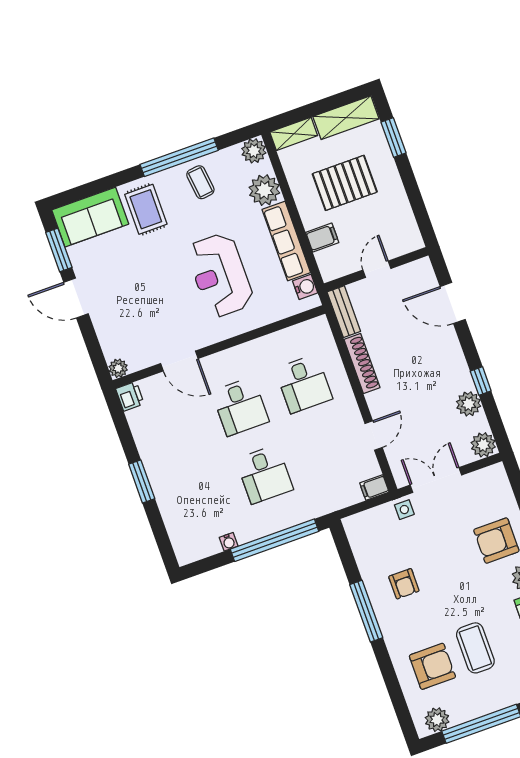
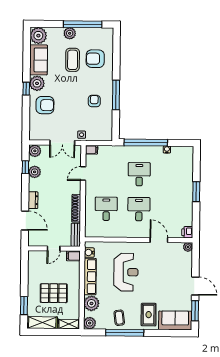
filing cabinet: (322, 237) -> (73, 256), moved
dresser: (451, 348) -> (33, 200), added
window: (481, 381) -> (25, 167), moved
plant: (437, 720) -> (70, 33), moved

